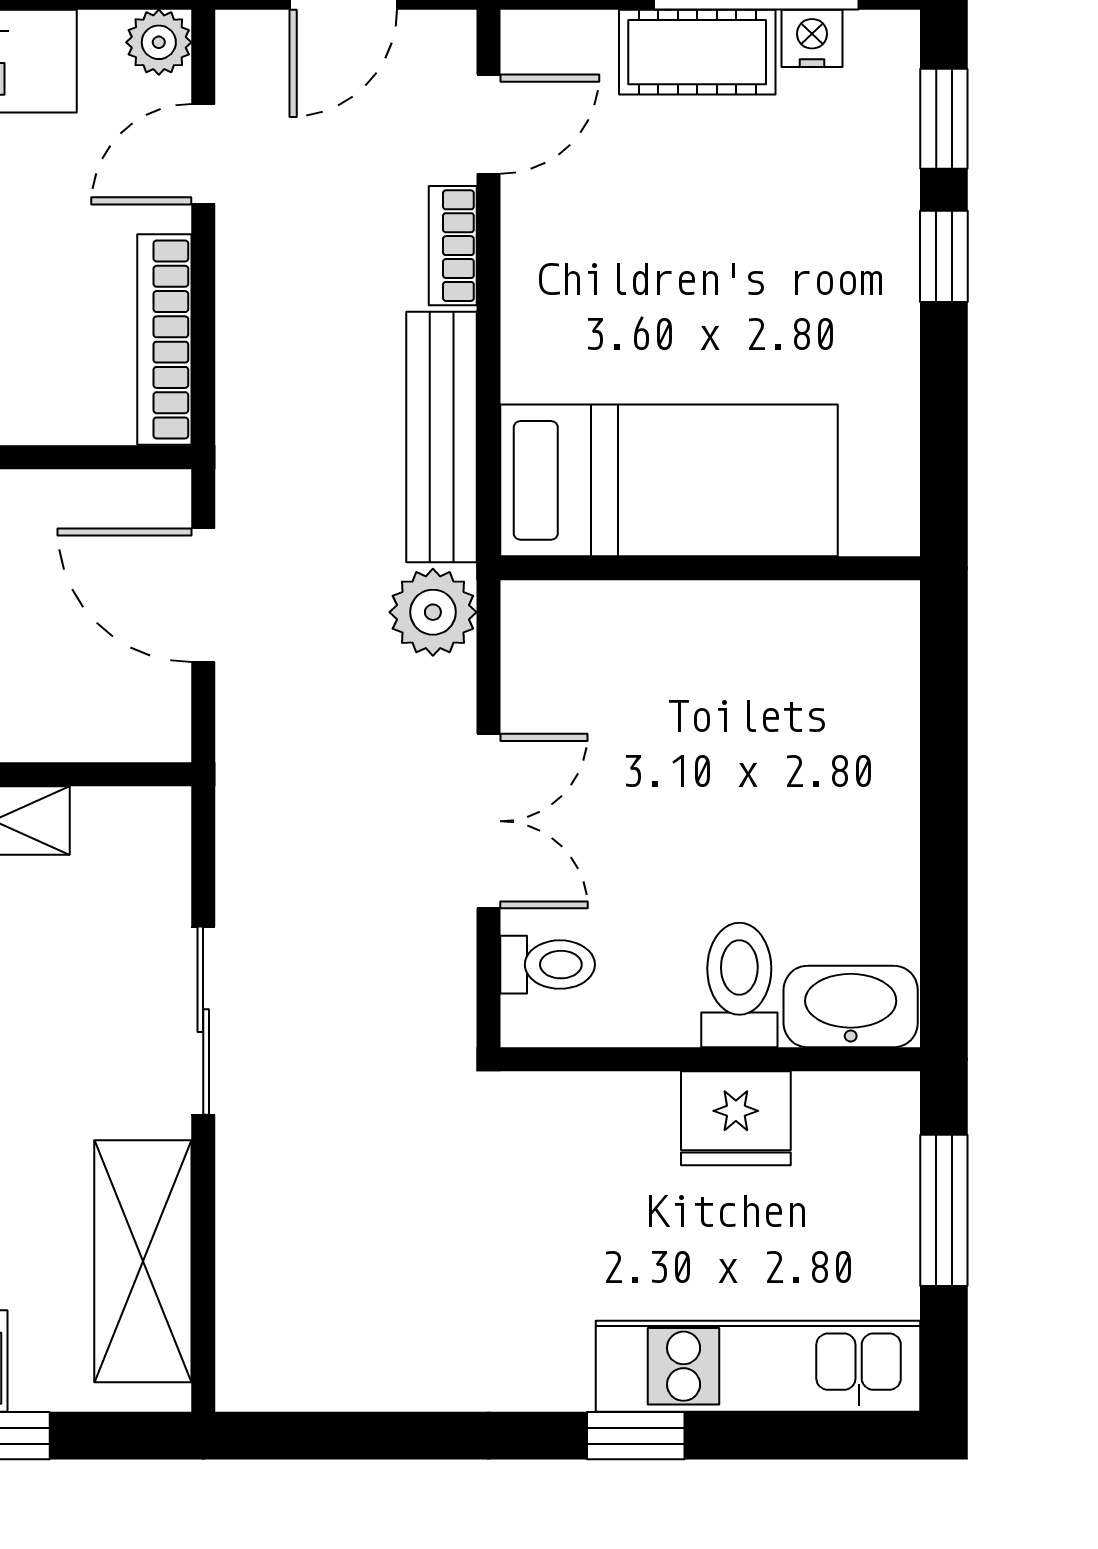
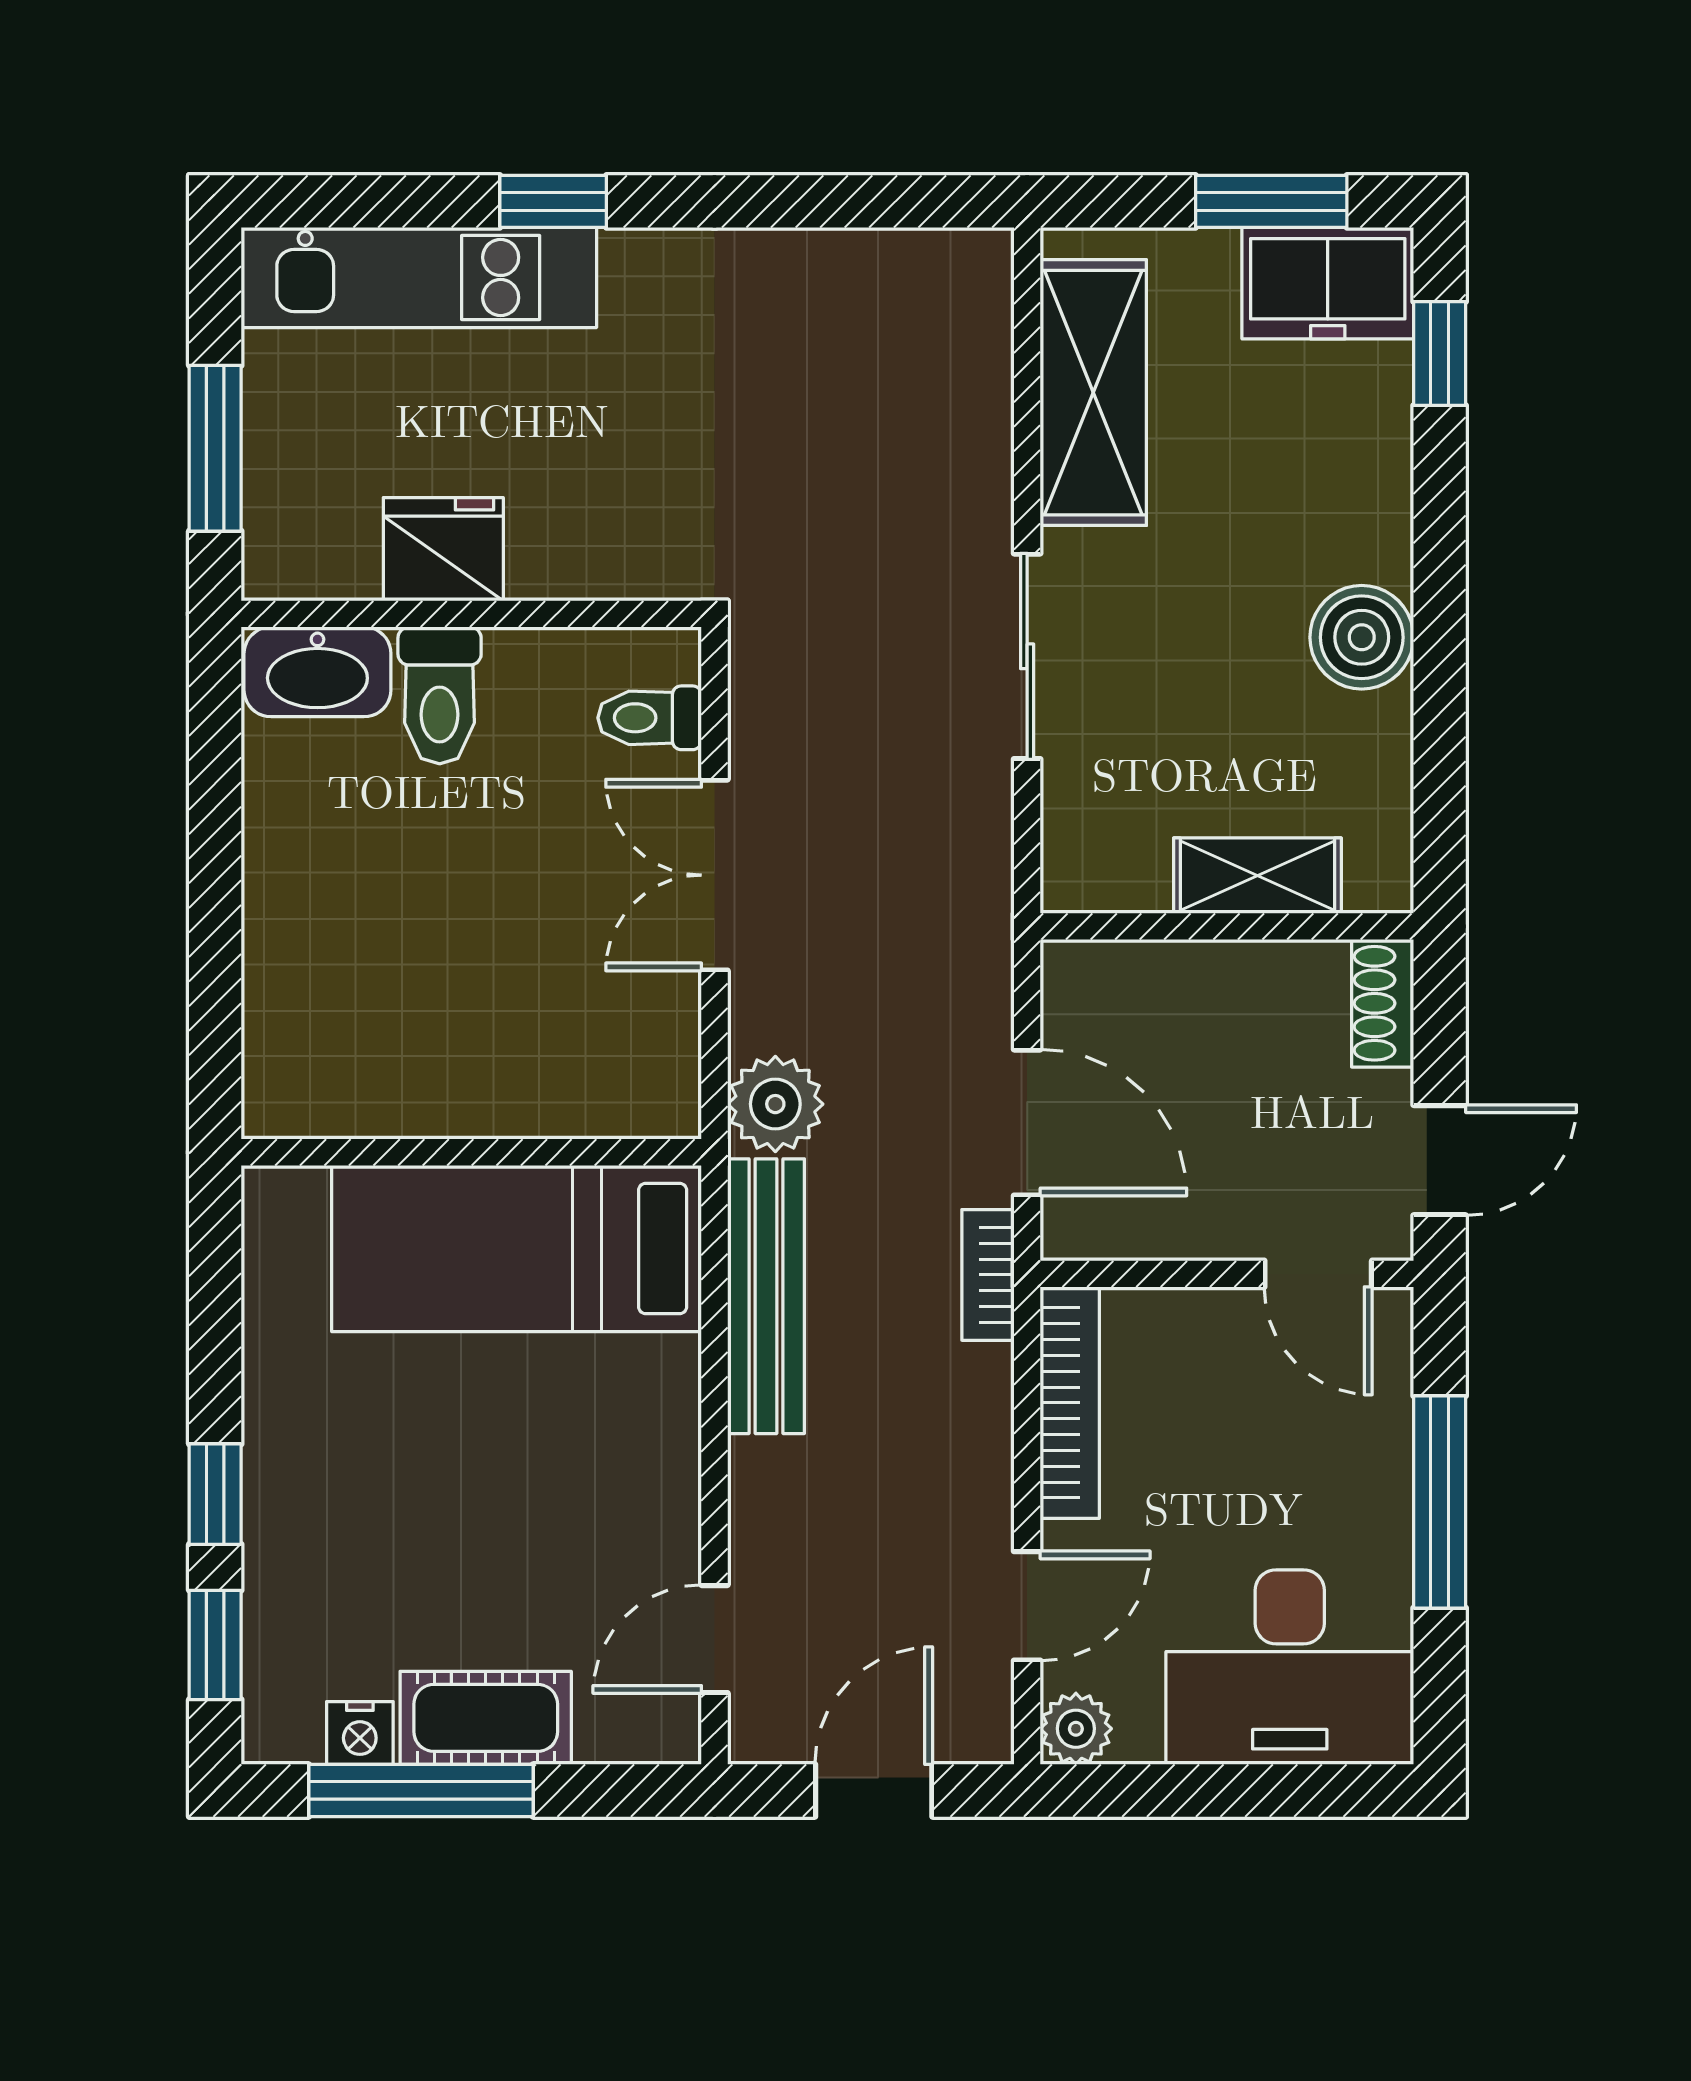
bookcase: (453, 246) -> (988, 1275), moved, turned 180

